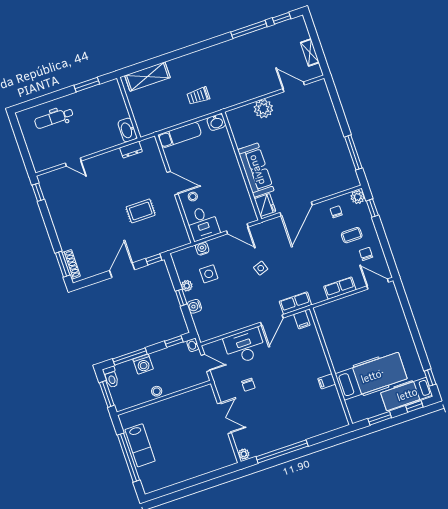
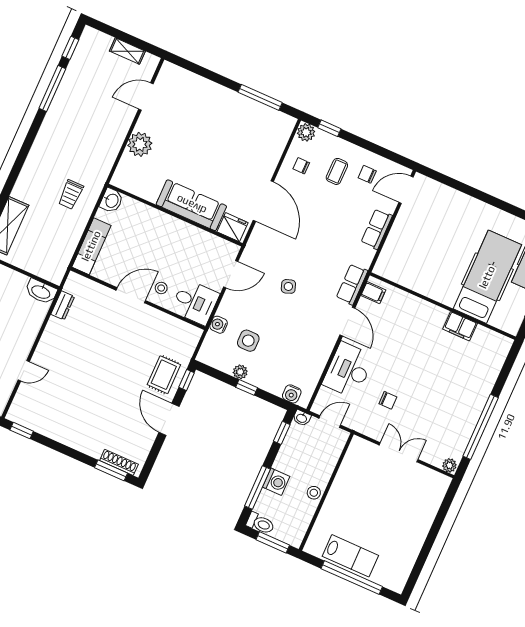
rug: (141, 211) -> (164, 375), moved
water cooler: (194, 306) -> (292, 394), moved
filing cabinet: (327, 381) -> (460, 326), width x2.00

